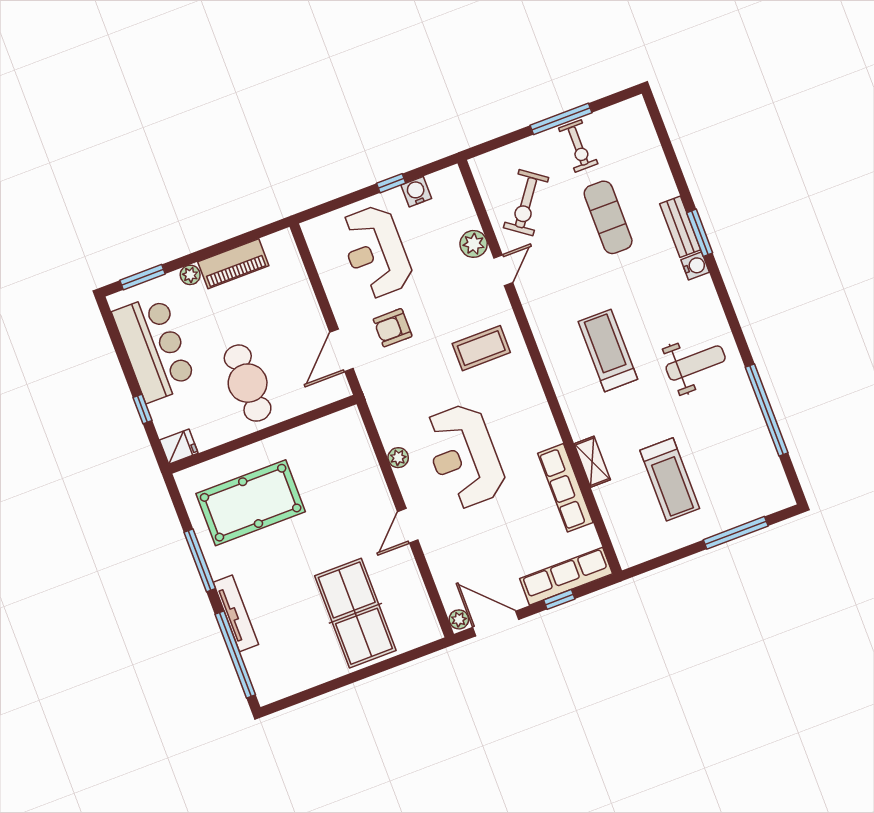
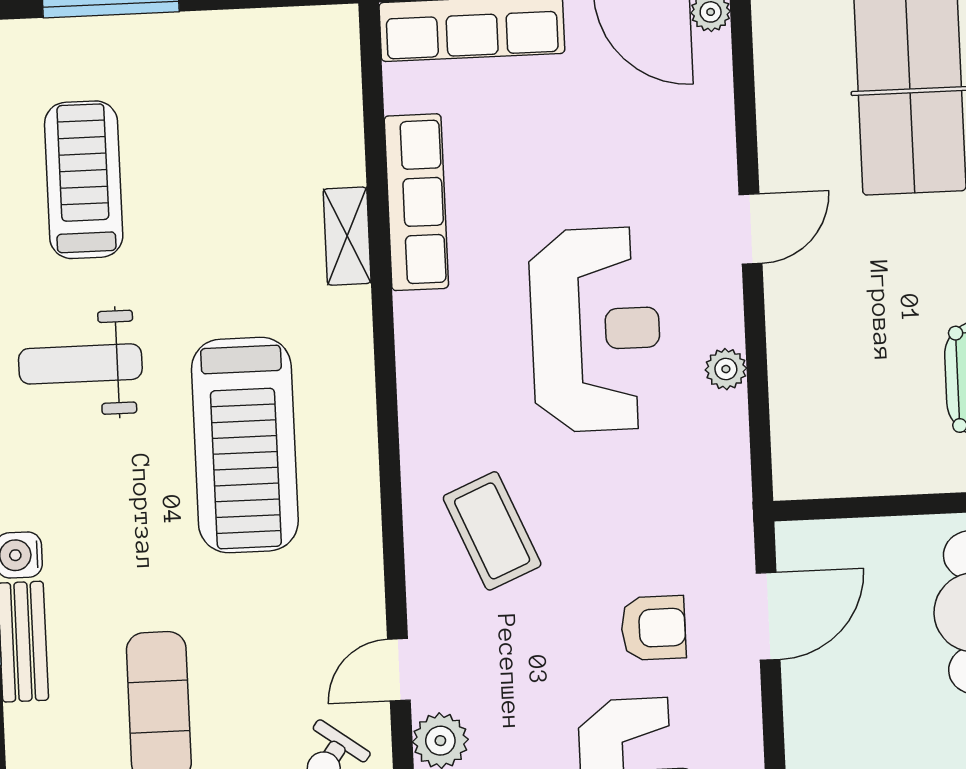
coffee table: (481, 348) -> (492, 531), turned 67
treadmill: (608, 350) -> (245, 445), width x1.37, depth x1.38
treadmill: (670, 479) -> (84, 180), moved

